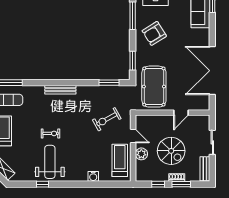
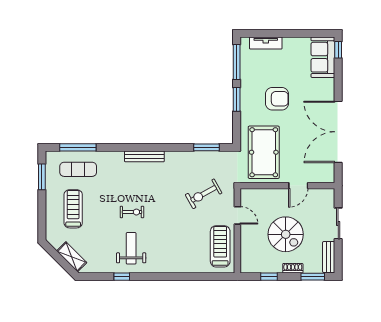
armchair: (154, 33) -> (277, 99), moved, turned -148
window: (133, 61) -> (237, 99), moved
plant: (141, 154) -> (248, 238), removed
weight bench: (50, 162) -> (131, 248), width x0.73, depth x0.75
water cooler: (93, 176) -> (186, 267), removed
window: (181, 184) -> (313, 277), moved

